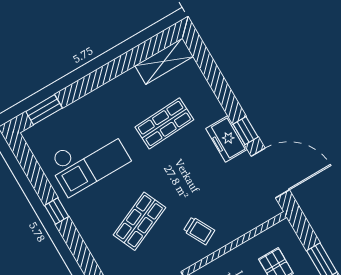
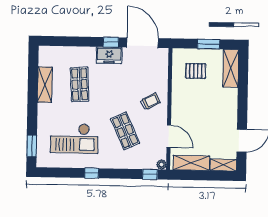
shelving: (164, 61) -> (45, 85), moved
checkout: (88, 160) -> (74, 138), turned 90
door: (270, 173) -> (143, 43), hinge flipped

